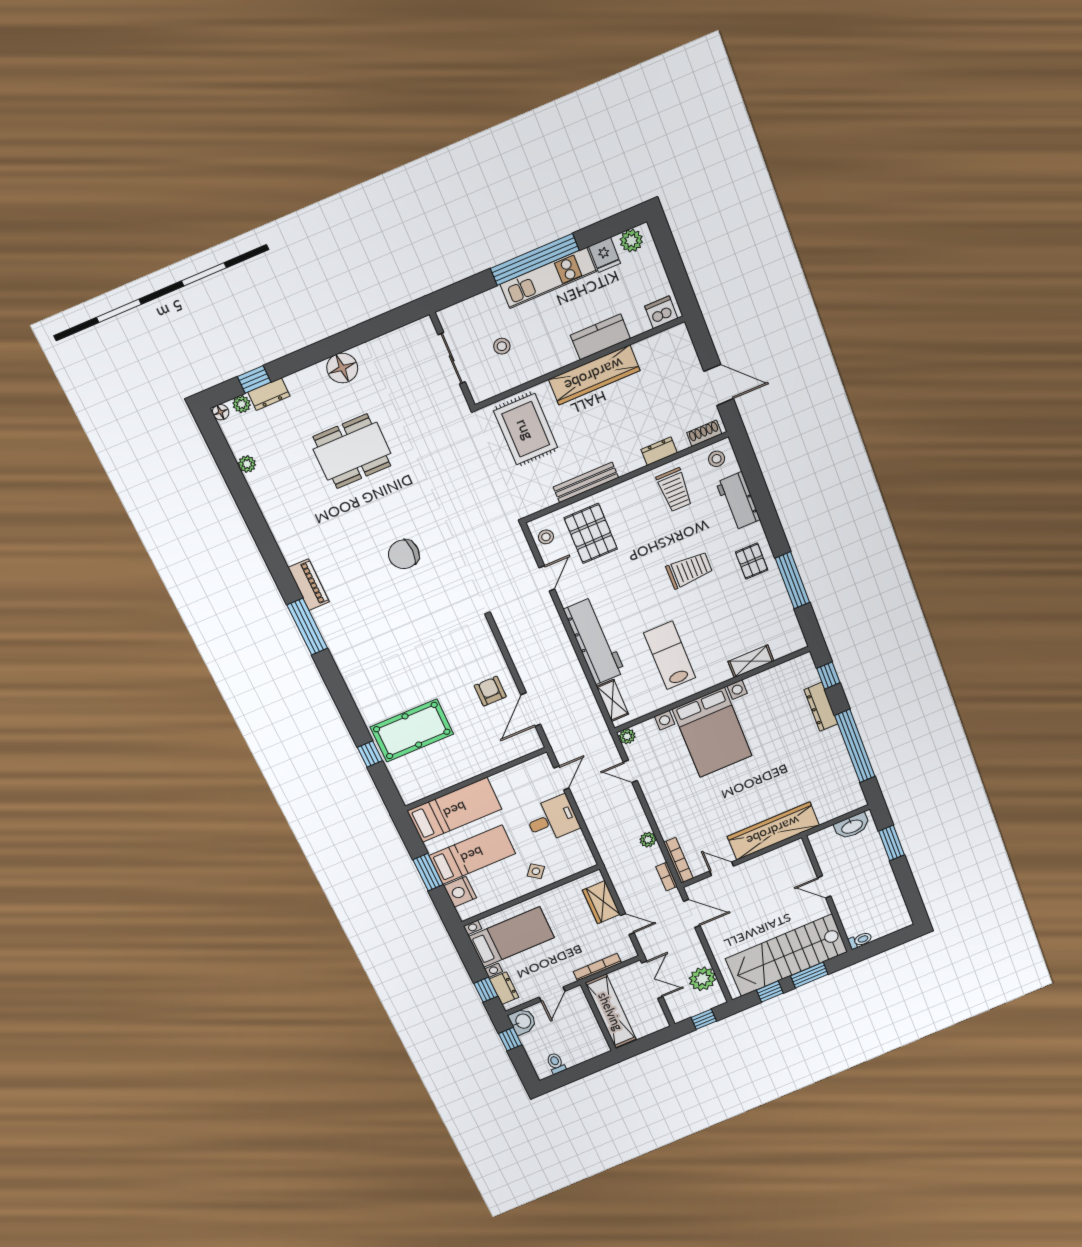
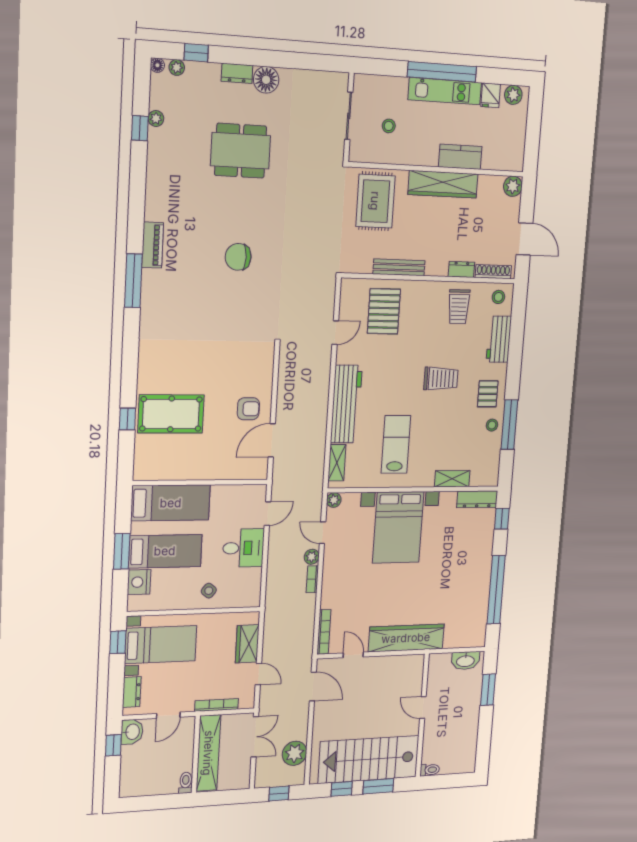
dishwasher: (661, 312) -> (510, 161), removed
plant: (678, 337) -> (513, 186), added
dresser: (269, 394) -> (237, 73), moved
shoe rack: (704, 433) -> (493, 272), width x1.43
window: (236, 481) -> (140, 128), added
stool: (546, 537) -> (492, 425), moved
armchair: (490, 691) -> (248, 409), turned 90
dresser: (821, 707) -> (477, 499), moved, turned -90
plant: (648, 840) -> (312, 557), moved
bookcase: (667, 877) -> (312, 579), moved
window: (486, 990) -> (118, 642), moved
toilet: (556, 1063) -> (186, 783), moved

